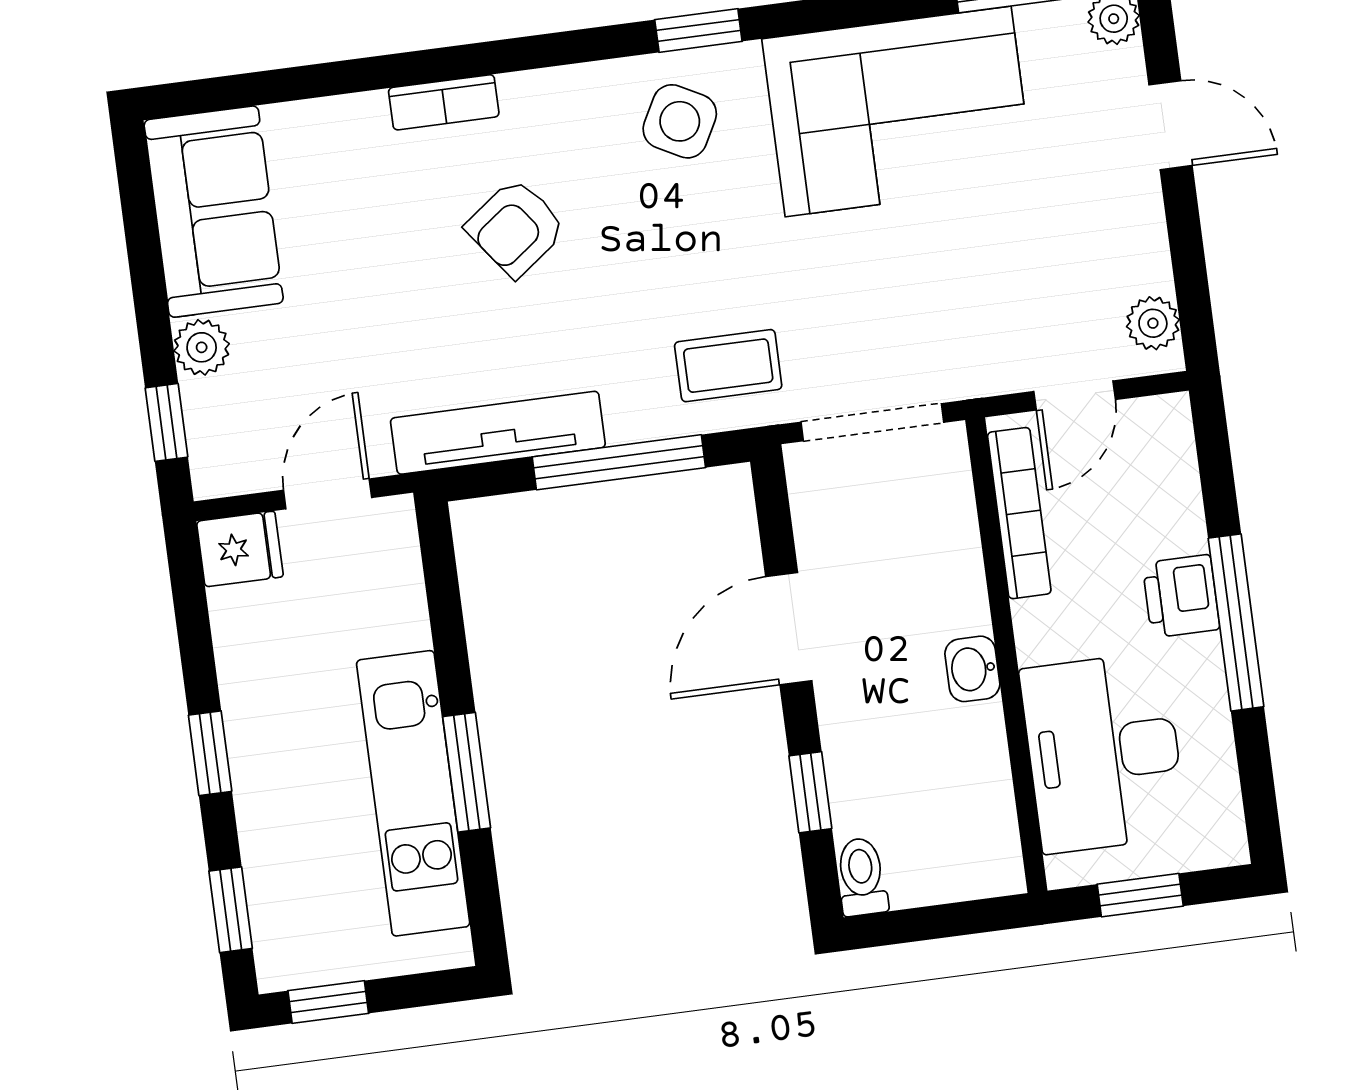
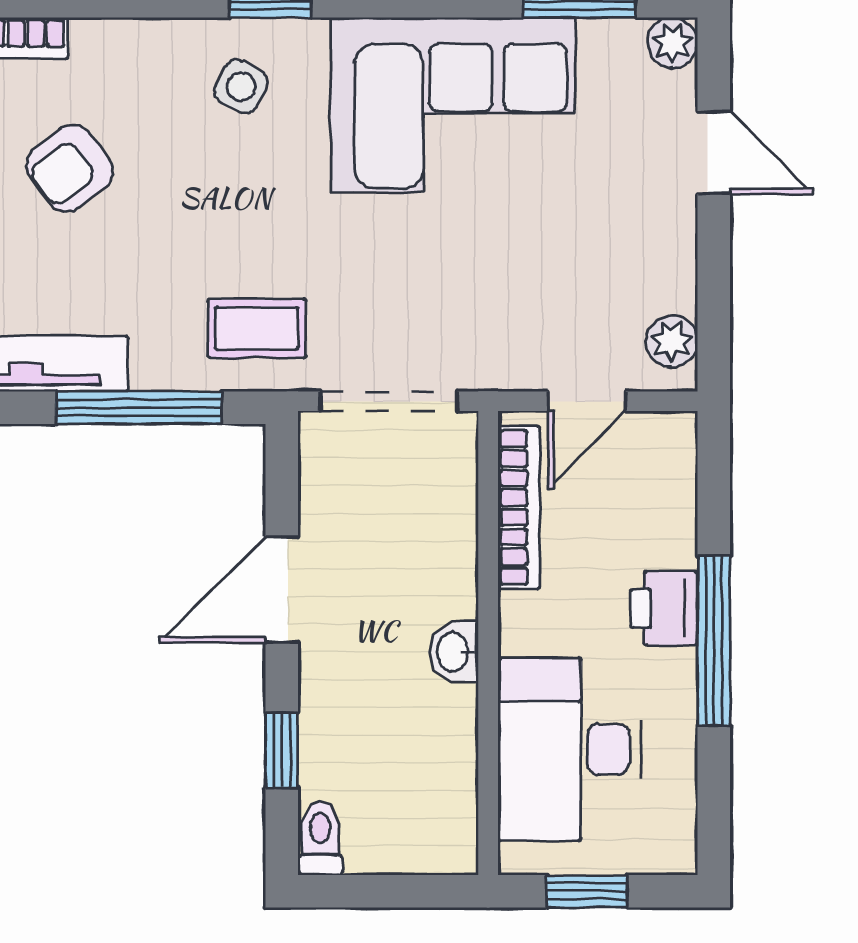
side table: (680, 121) -> (241, 87), width x0.73, depth x0.73

